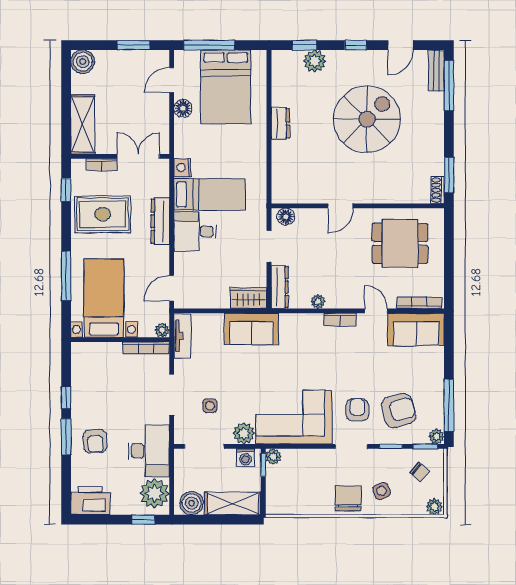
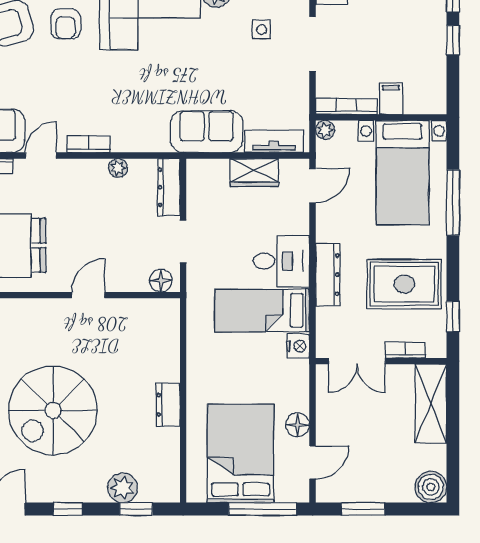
wardrobe: (249, 298) -> (254, 173), moved
door: (376, 311) -> (41, 156), swing flipped
tv unit: (182, 336) -> (274, 141), moved, turned 90
filing cabinet: (113, 354) -> (391, 99), added

